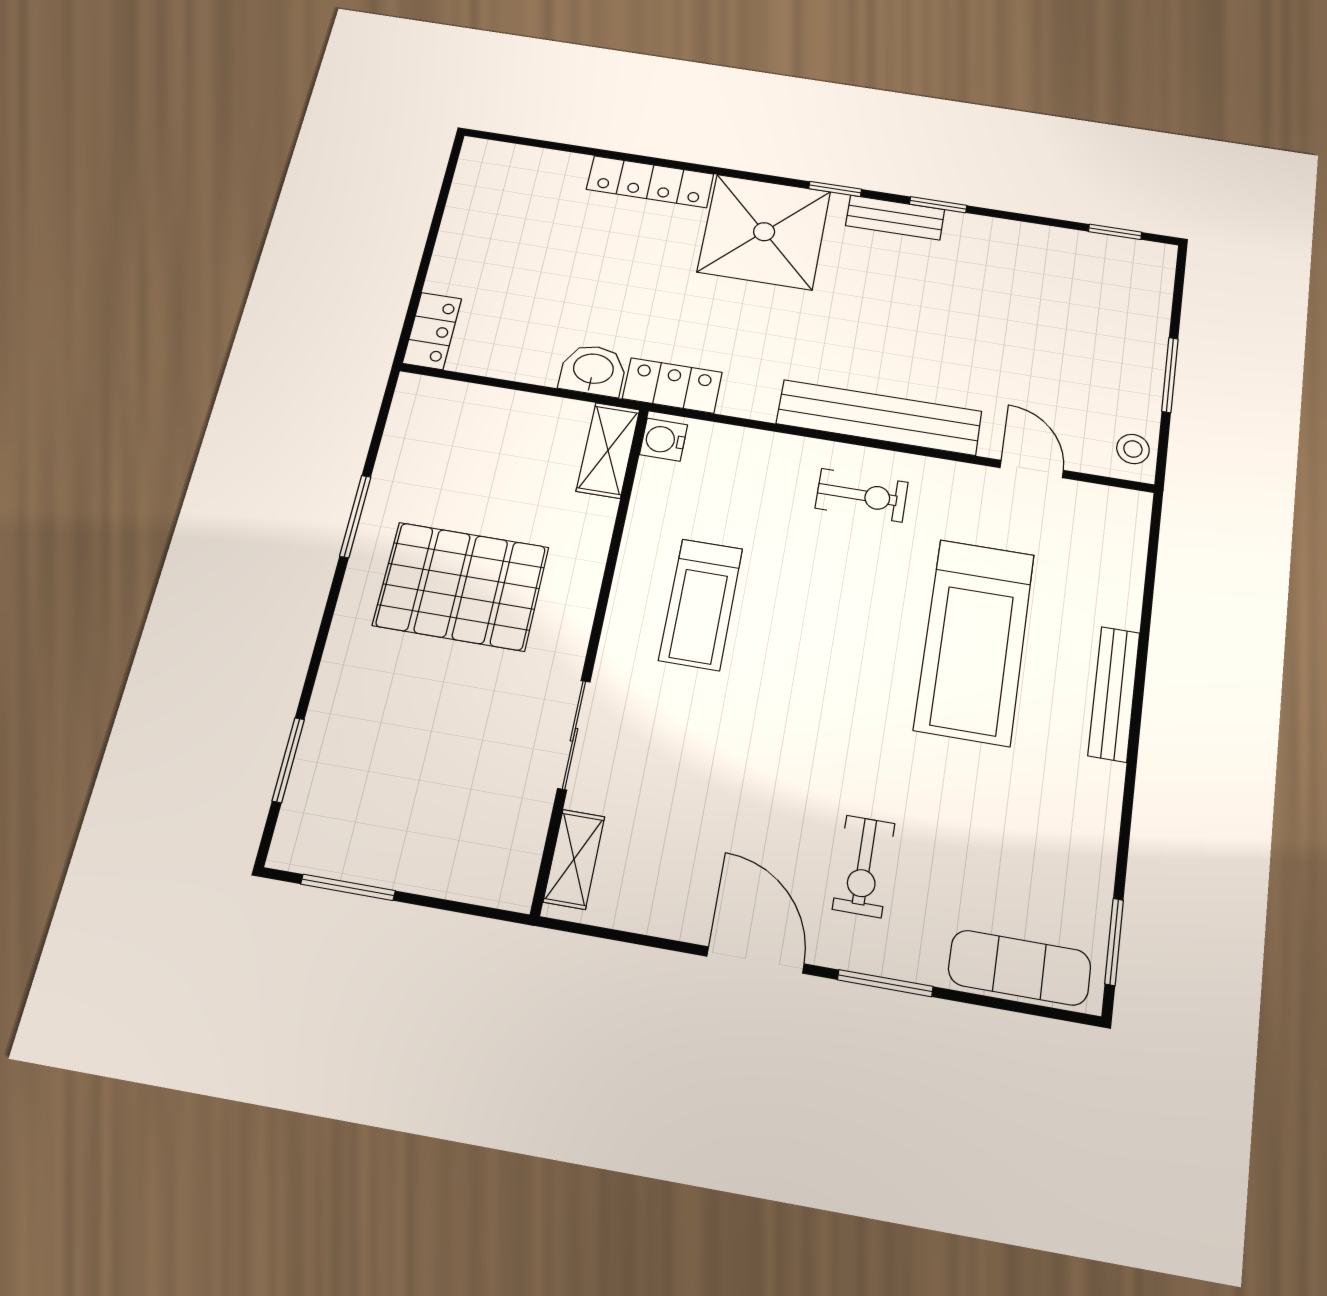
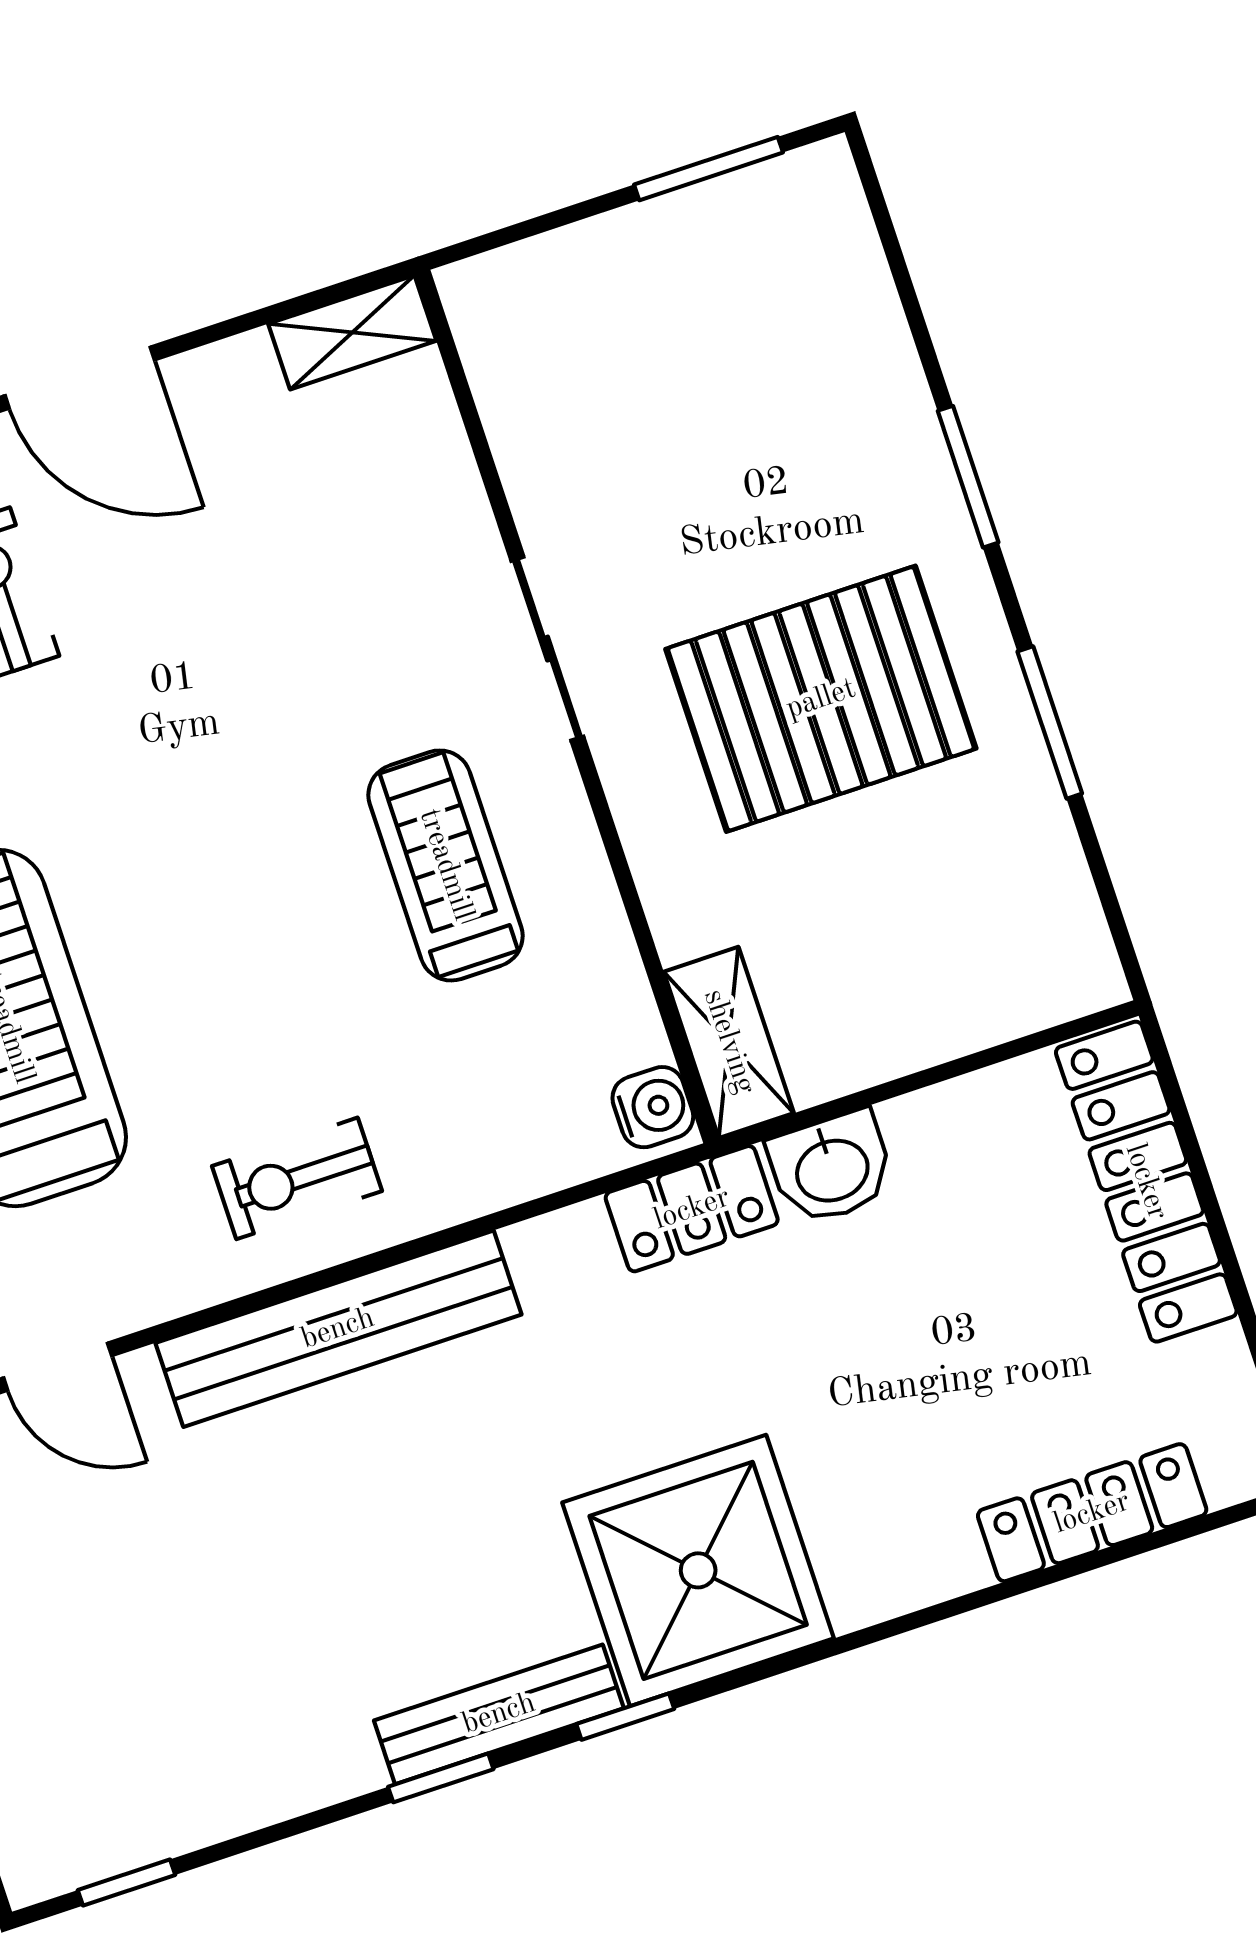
locker: (650, 182) -> (1092, 1513), moved
bench: (895, 218) -> (499, 1714), width x1.36
locker: (432, 331) -> (1146, 1182), width x2.16, depth x1.21
sliding door: (574, 735) -> (547, 649), moved
window: (288, 760) -> (968, 477), moved
shelving: (574, 859) -> (352, 332), moved, turned 90

